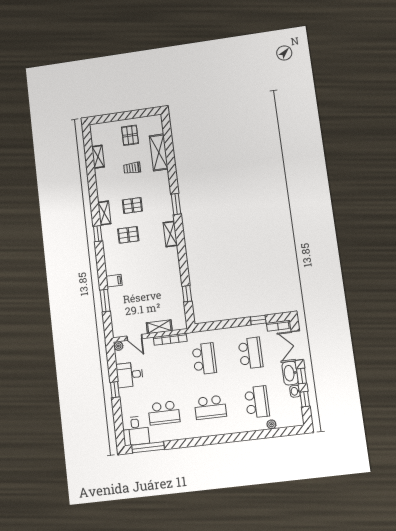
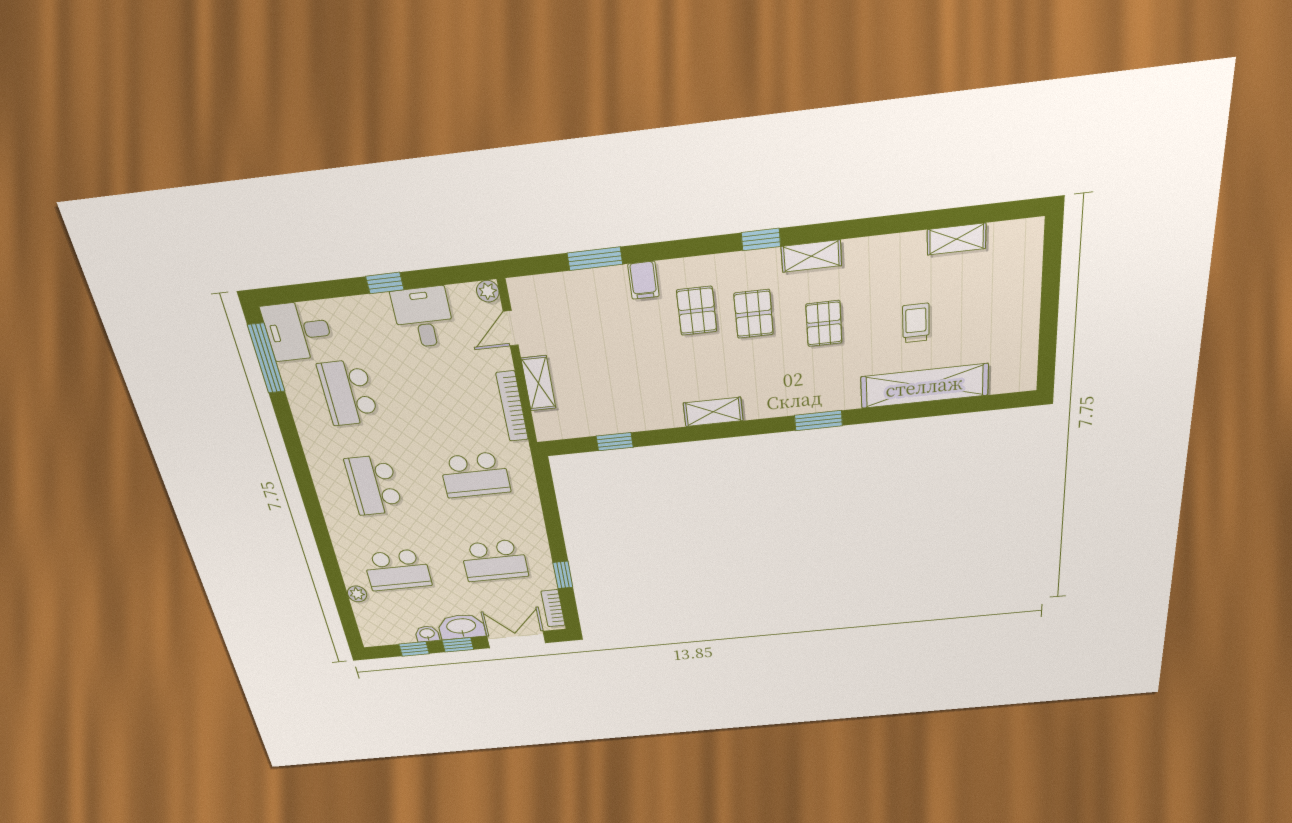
pallet: (130, 135) -> (697, 311), moved, turned 90
shelving: (159, 152) -> (924, 386), width x1.47
shelving: (170, 234) -> (713, 412), moved

